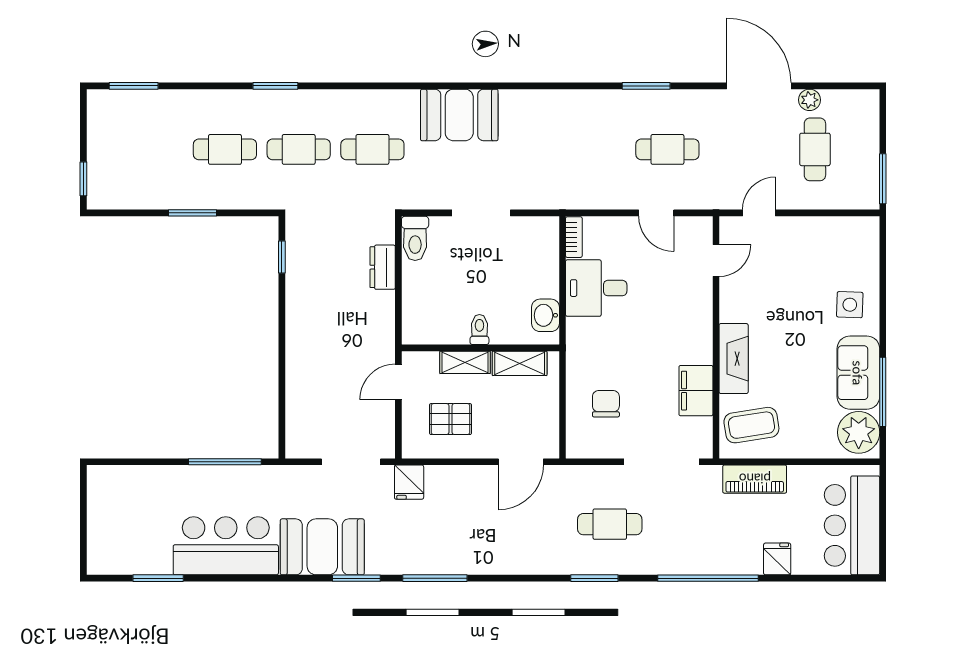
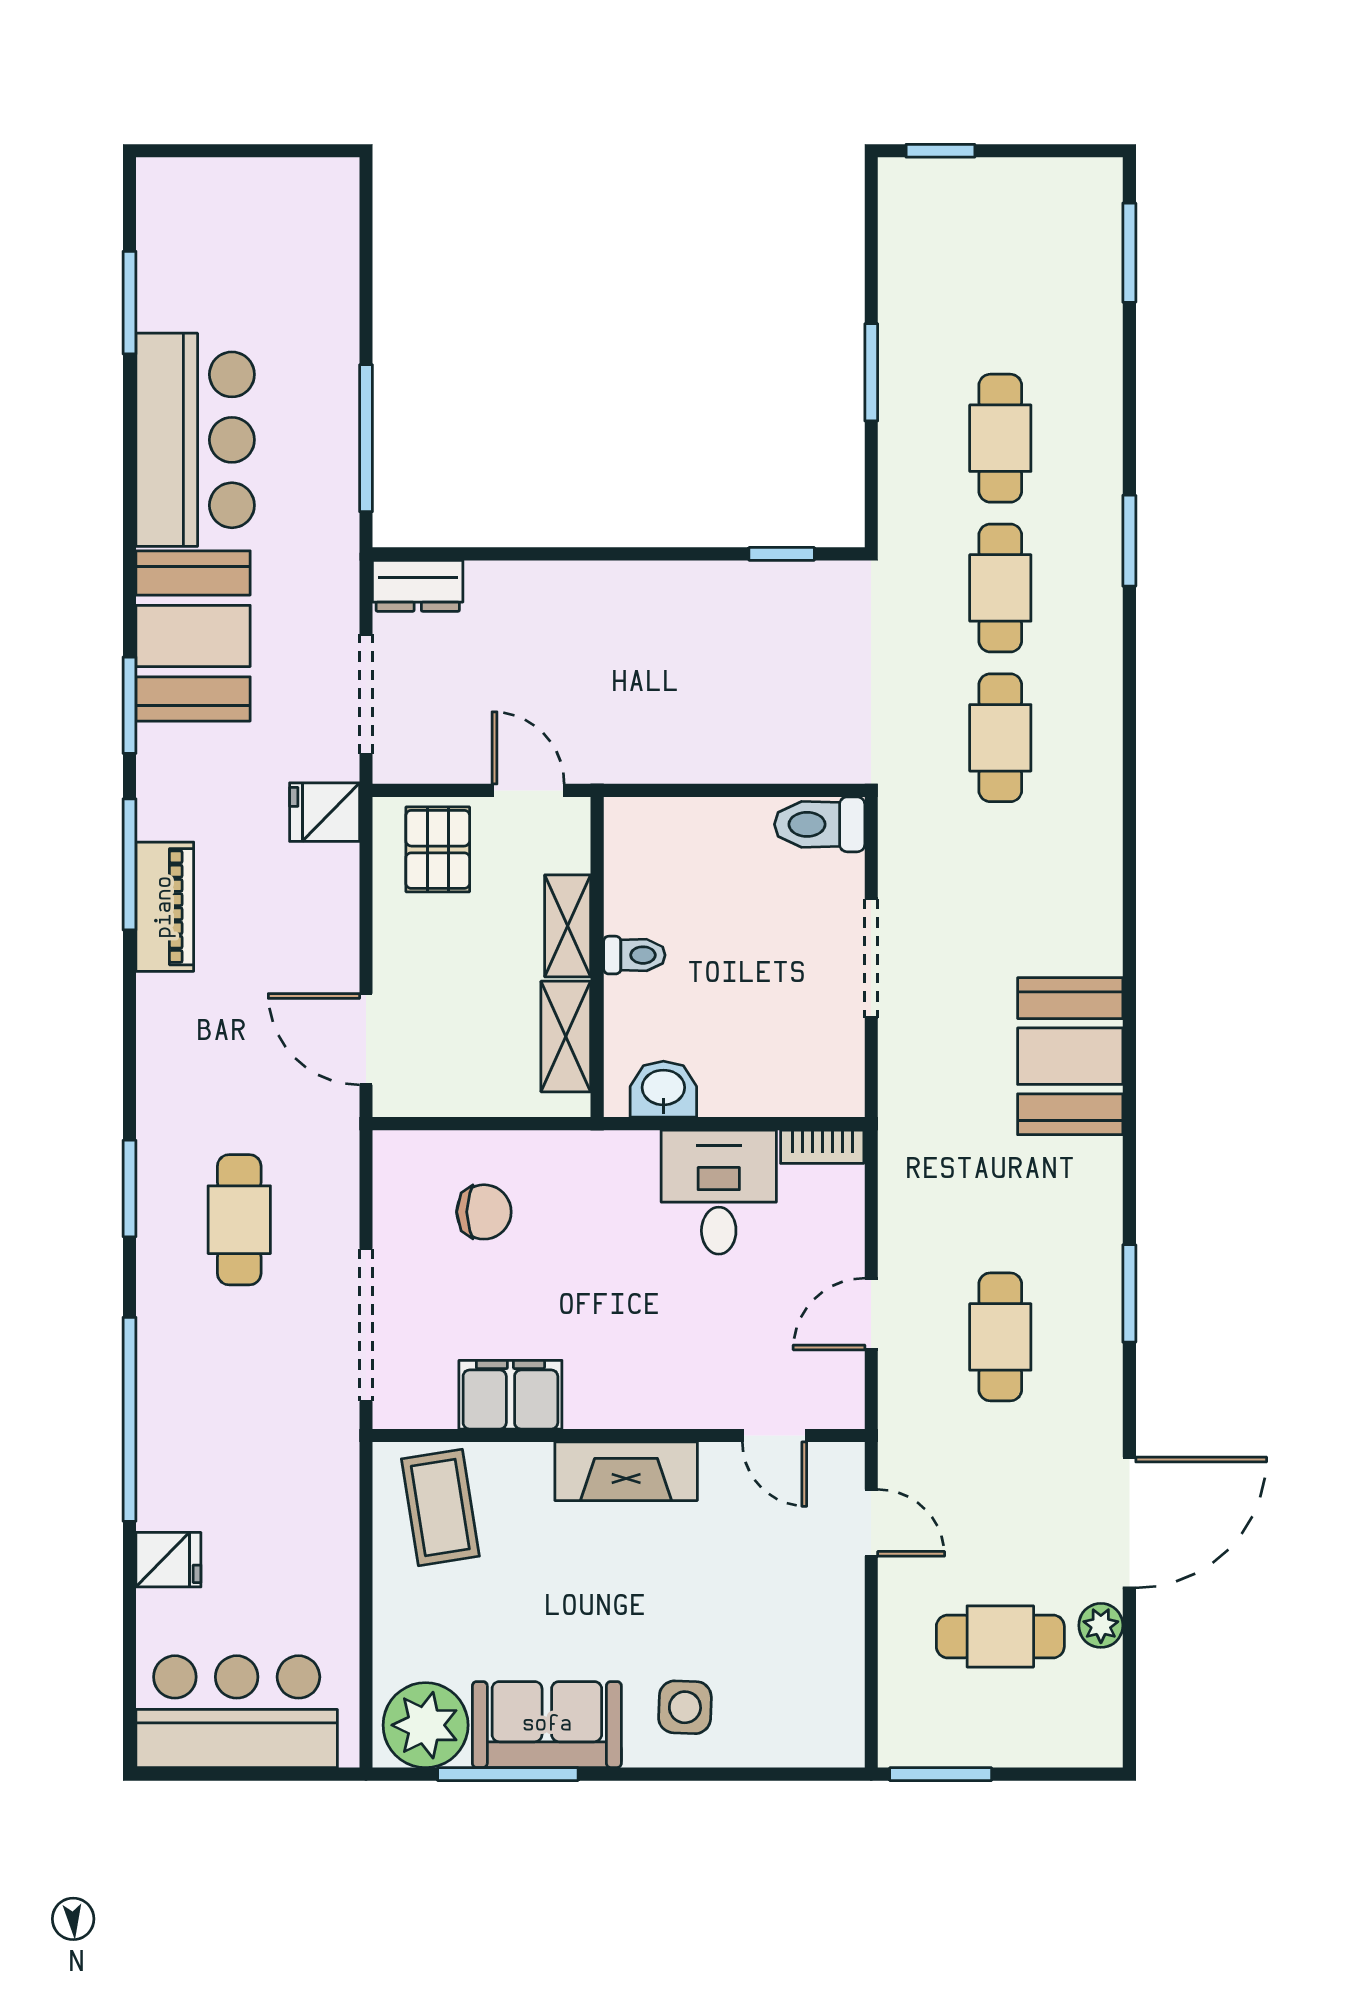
booth: (459, 115) -> (1070, 1056), moved
dresser: (383, 267) -> (418, 586), moved, turned 180
fireplace: (734, 359) -> (626, 1471), moved
pallet: (450, 419) -> (438, 849), moved
piano: (755, 479) -> (165, 907), moved, turned 180

